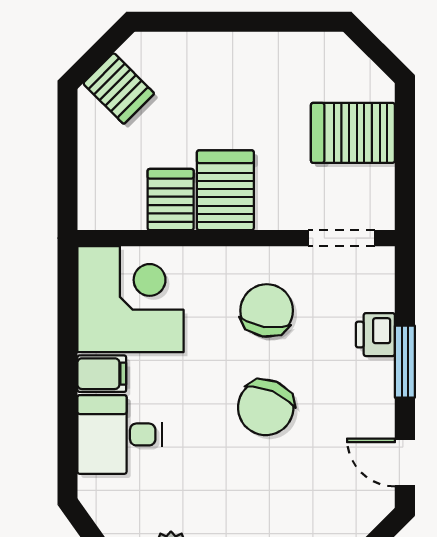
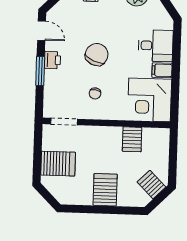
server rack: (225, 190) -> (105, 190), moved, turned 180
chair: (267, 310) -> (95, 93), width x0.54, depth x0.54
printer: (375, 335) -> (52, 60), moved

